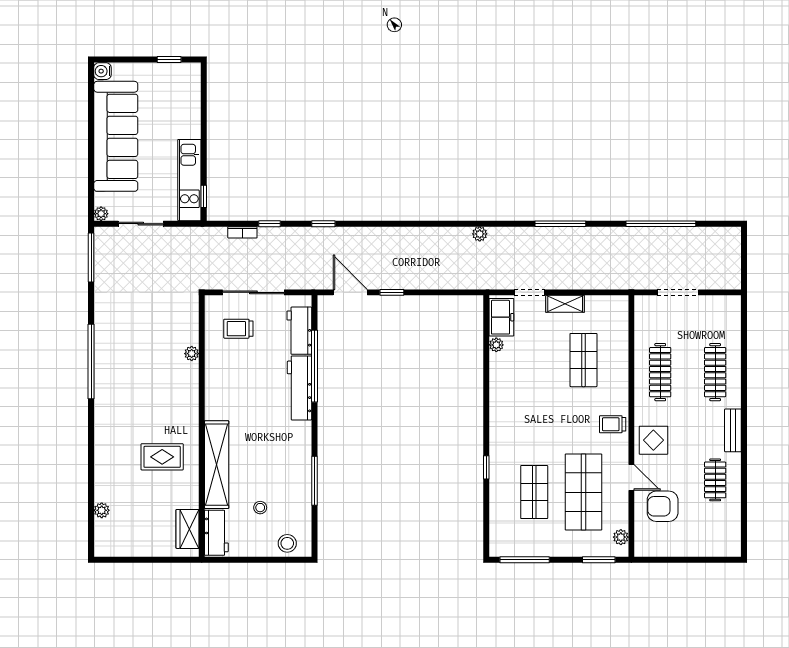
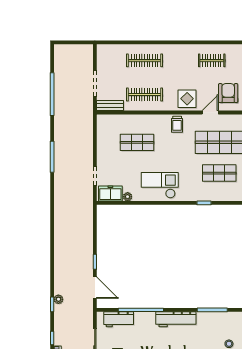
plant: (480, 234) -> (58, 299), moved
door: (350, 292) -> (95, 288), swing flipped
shelving: (565, 304) -> (102, 154), removed
workbench: (300, 388) -> (176, 319), moved
checkout: (515, 396) -> (160, 185), added
bench: (733, 430) -> (110, 106), moved
armchair: (663, 506) -> (228, 93), turned 180

